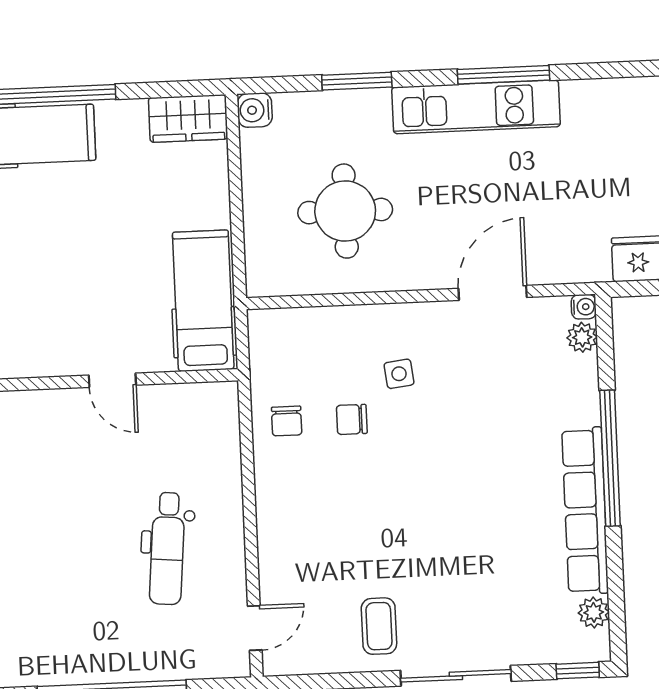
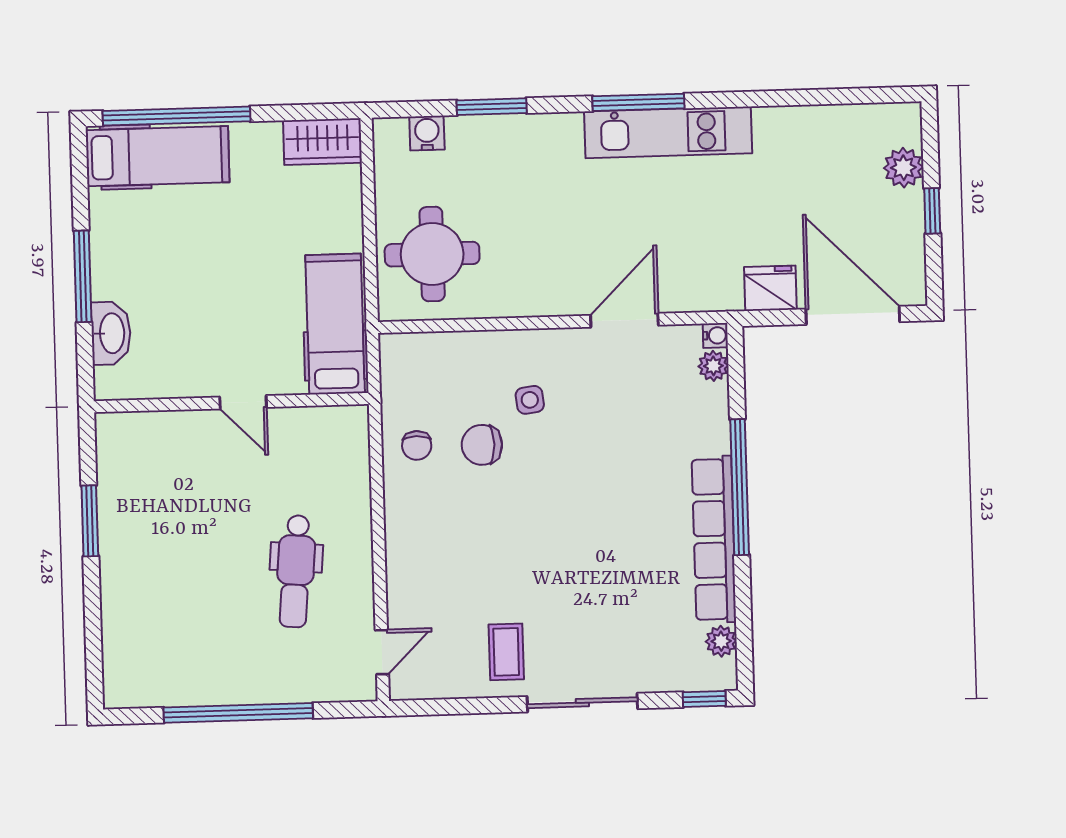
kitchen unit: (476, 107) -> (668, 132), moved
water cooler: (255, 110) -> (427, 133), moved, turned 90
round table: (345, 211) -> (432, 254), moved
chair: (352, 419) -> (482, 445), width x1.37, depth x1.37

